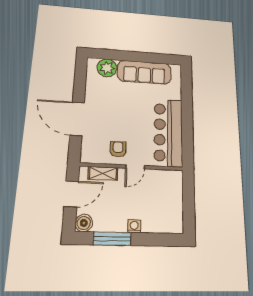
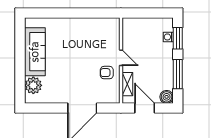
bar counter: (168, 132) -> (90, 30), removed
washing machine: (134, 226) -> (168, 37), moved
window: (158, 239) -> (178, 38), added

